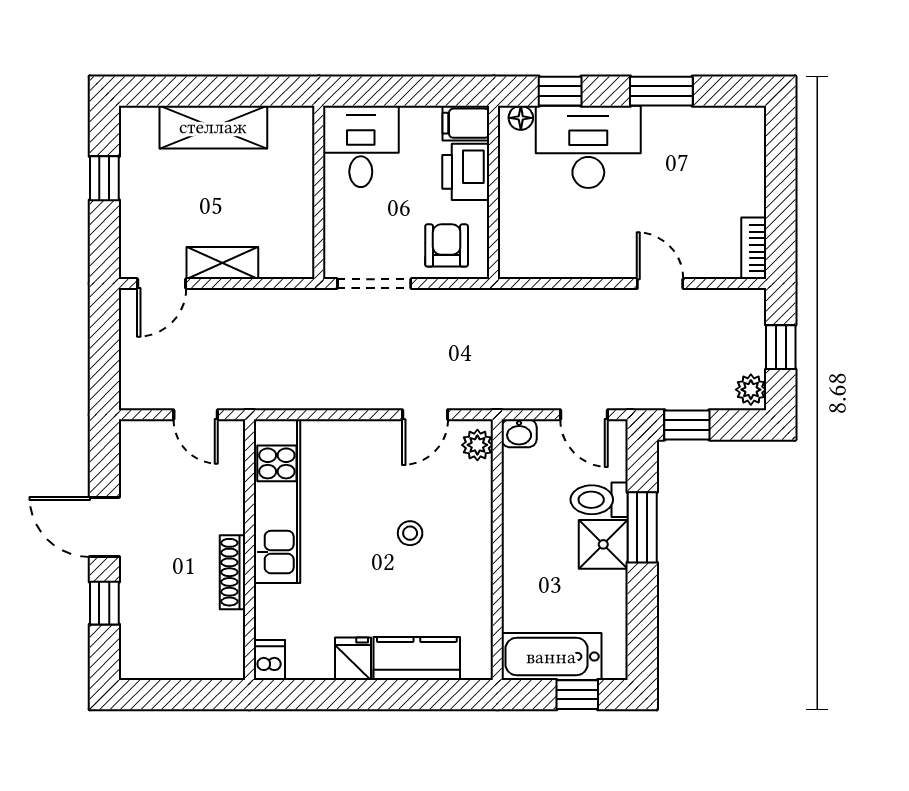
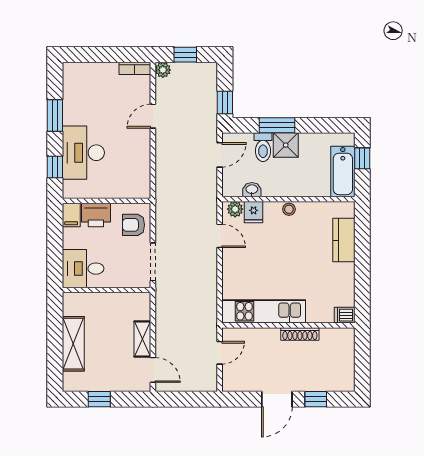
floor lamp: (521, 118) -> (68, 187), removed
plant: (751, 390) -> (163, 70), moved
washbasin: (519, 433) -> (252, 190), moved, turned -90
stool: (410, 533) -> (289, 209), moved
fridge: (353, 659) -> (254, 212), moved, turned -90

